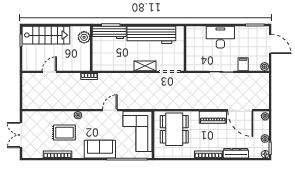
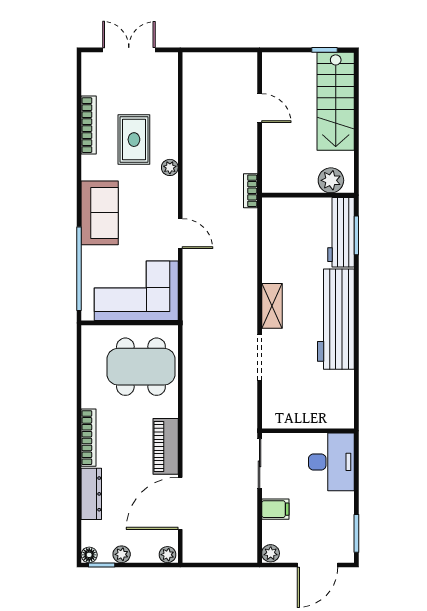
wall: (185, 48) -> (308, 431), moved

